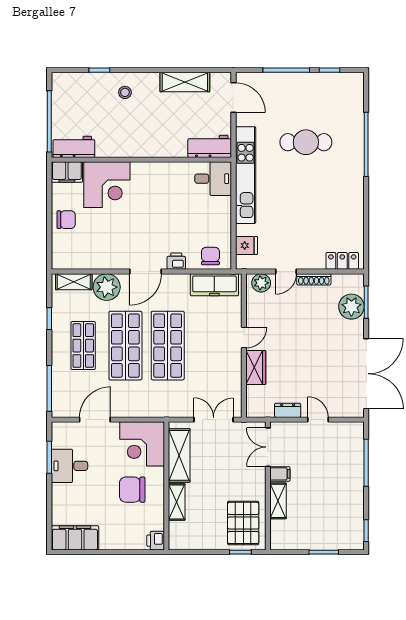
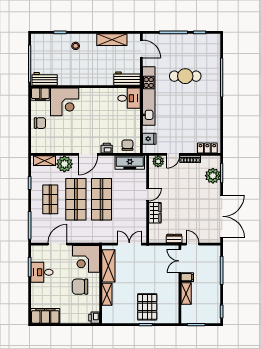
double door: (268, 447) -> (180, 261), moved
filing cabinet: (280, 474) -> (187, 277), moved
wall: (268, 486) -> (180, 284), moved
shelving: (278, 501) -> (186, 293), moved

